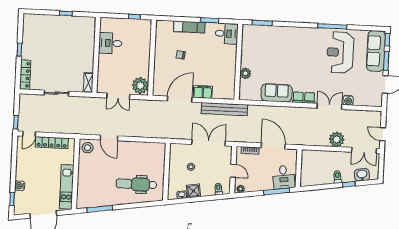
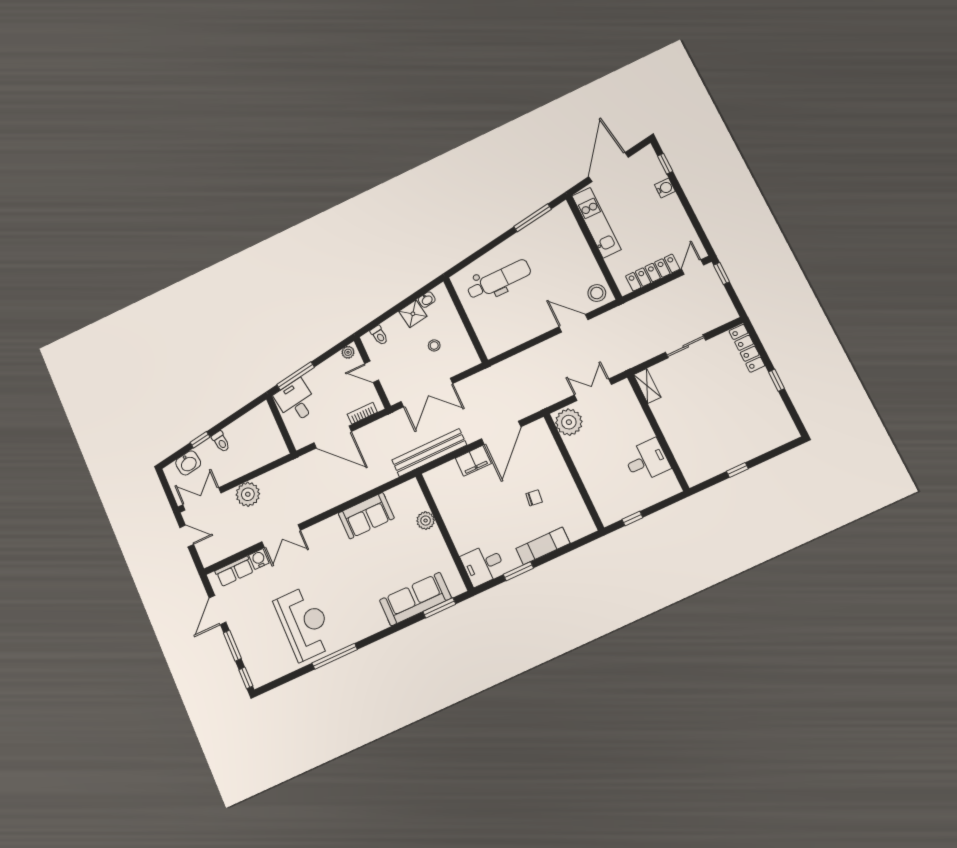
sofa: (376, 51) -> (415, 599), moved, turned -90
row of seats: (304, 98) -> (234, 571), moved

